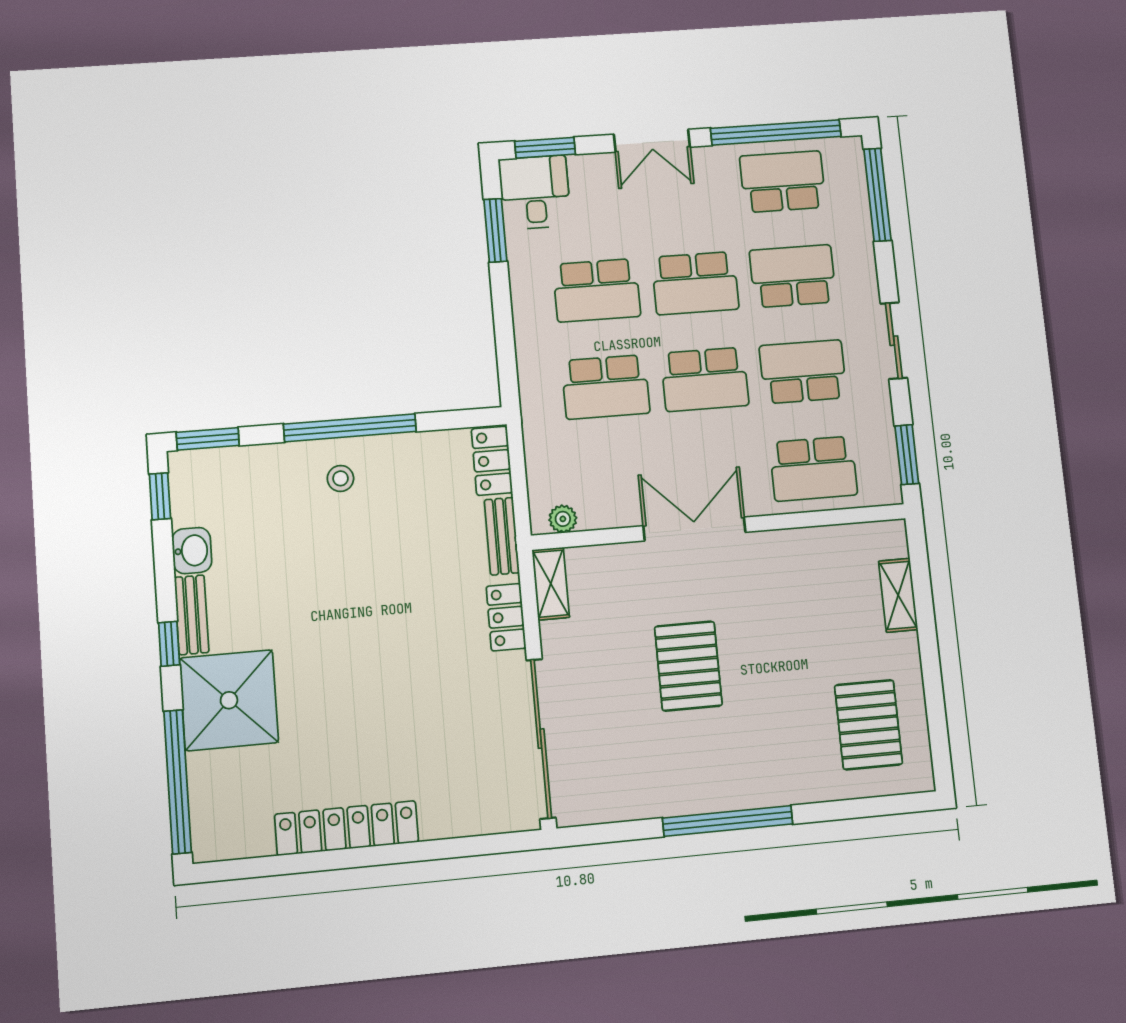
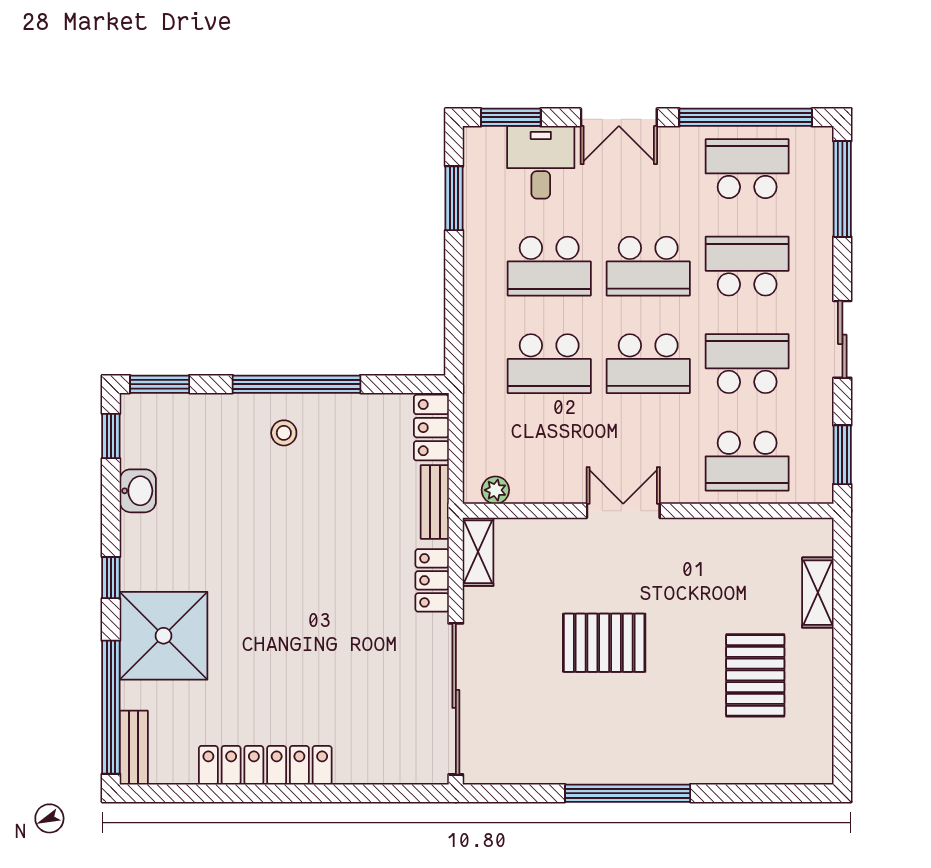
desk: (535, 192) -> (541, 162), moved
double door: (694, 529) -> (623, 511), width x0.73
bench: (192, 615) -> (134, 748), moved
pallet: (688, 666) -> (604, 643), turned 90
pallet: (868, 725) -> (755, 675), moved

